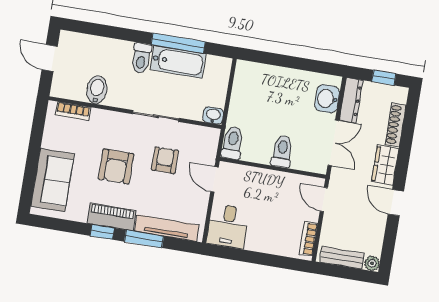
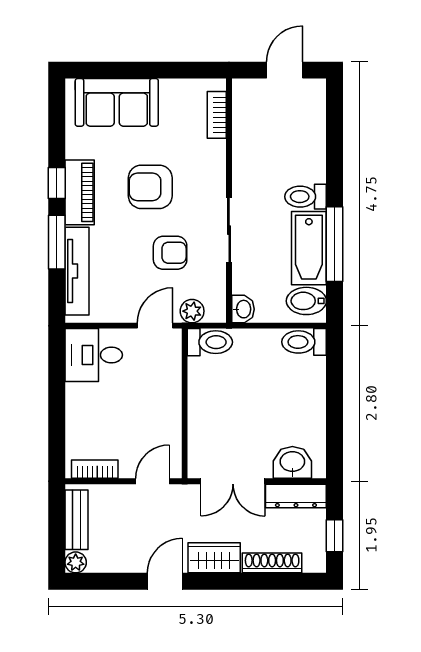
bidet: (97, 90) -> (306, 301), moved, turned 180
toilet: (282, 151) -> (304, 342), moved, turned 180
plant: (209, 152) -> (192, 311), added

